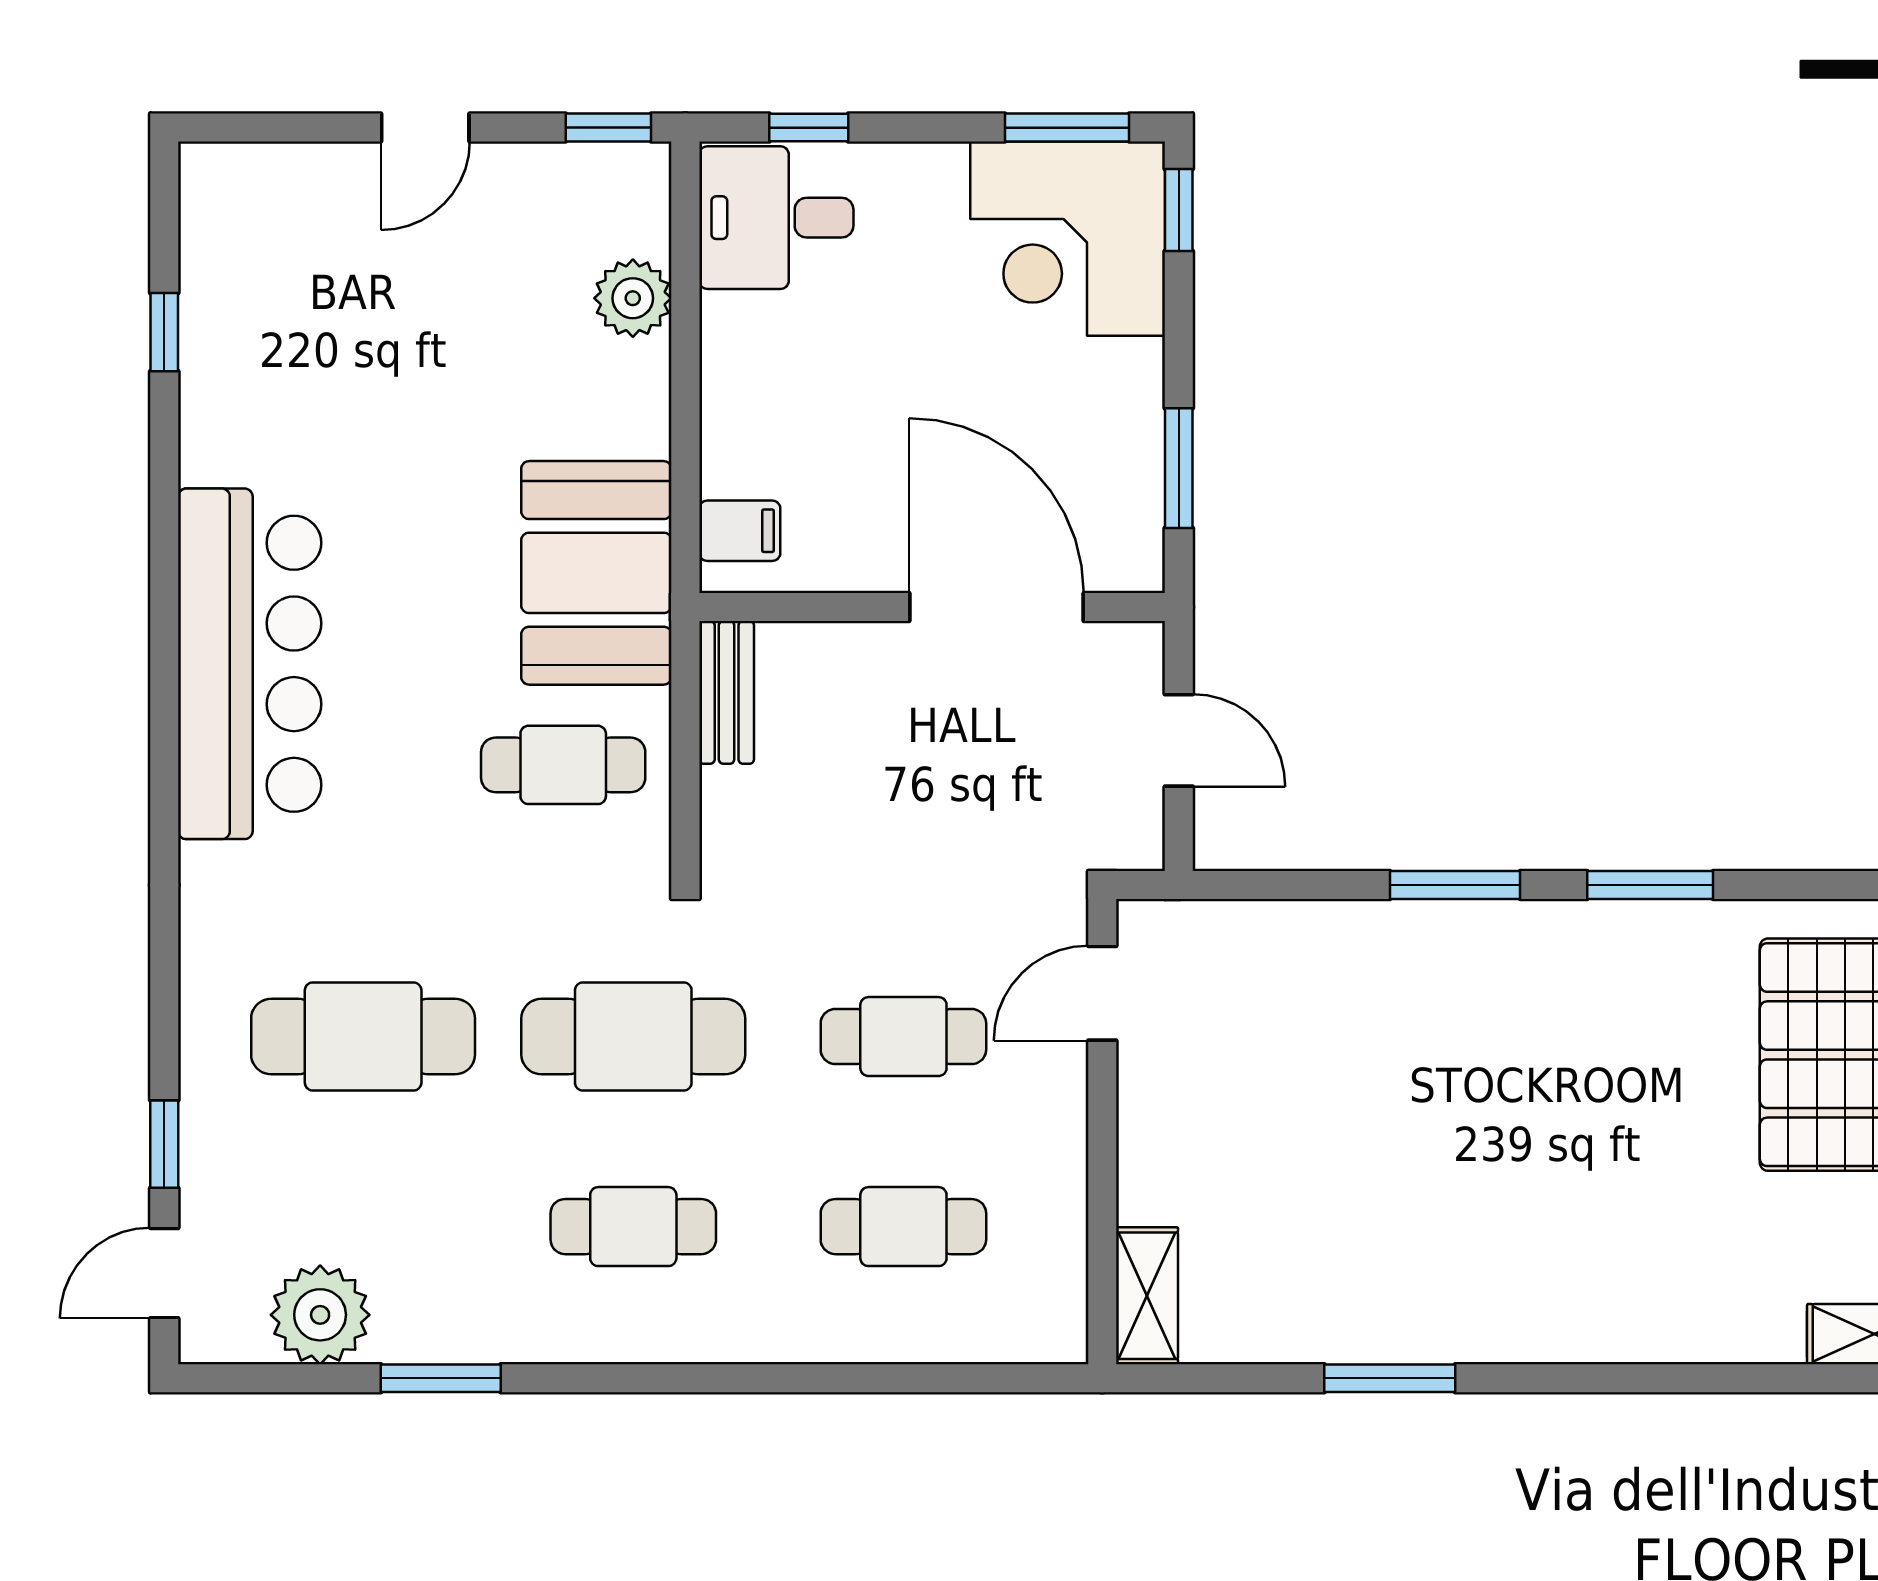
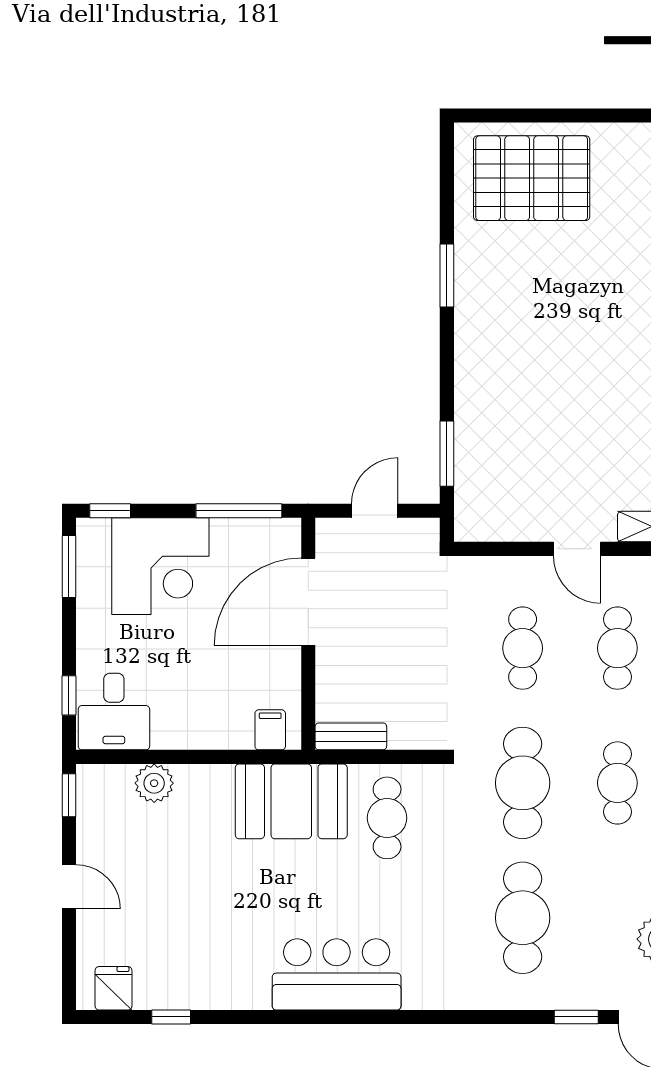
fridge: (222, 217) -> (113, 988), added
corner desk: (1068, 239) -> (160, 566), moved
window: (1179, 468) -> (239, 511), width x1.44
bar counter: (250, 664) -> (337, 974), width x0.73
window: (1455, 885) -> (447, 454), moved
door: (1102, 993) -> (577, 549), moved

